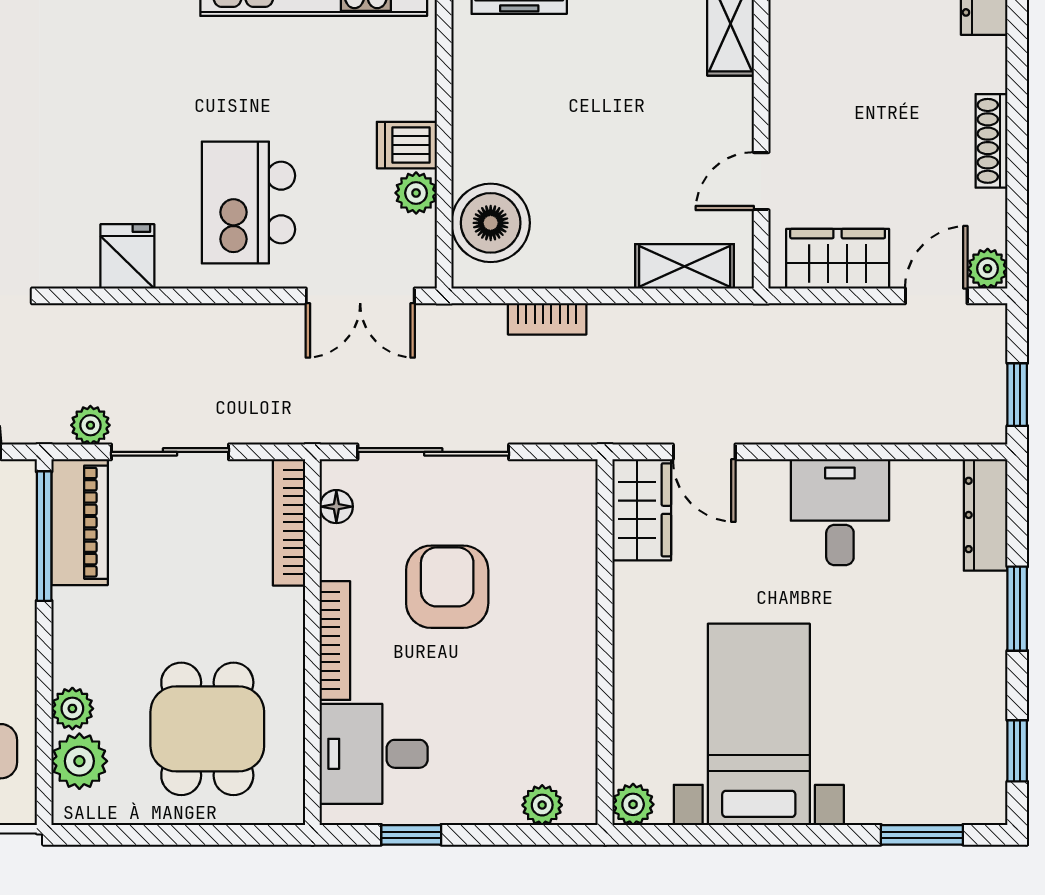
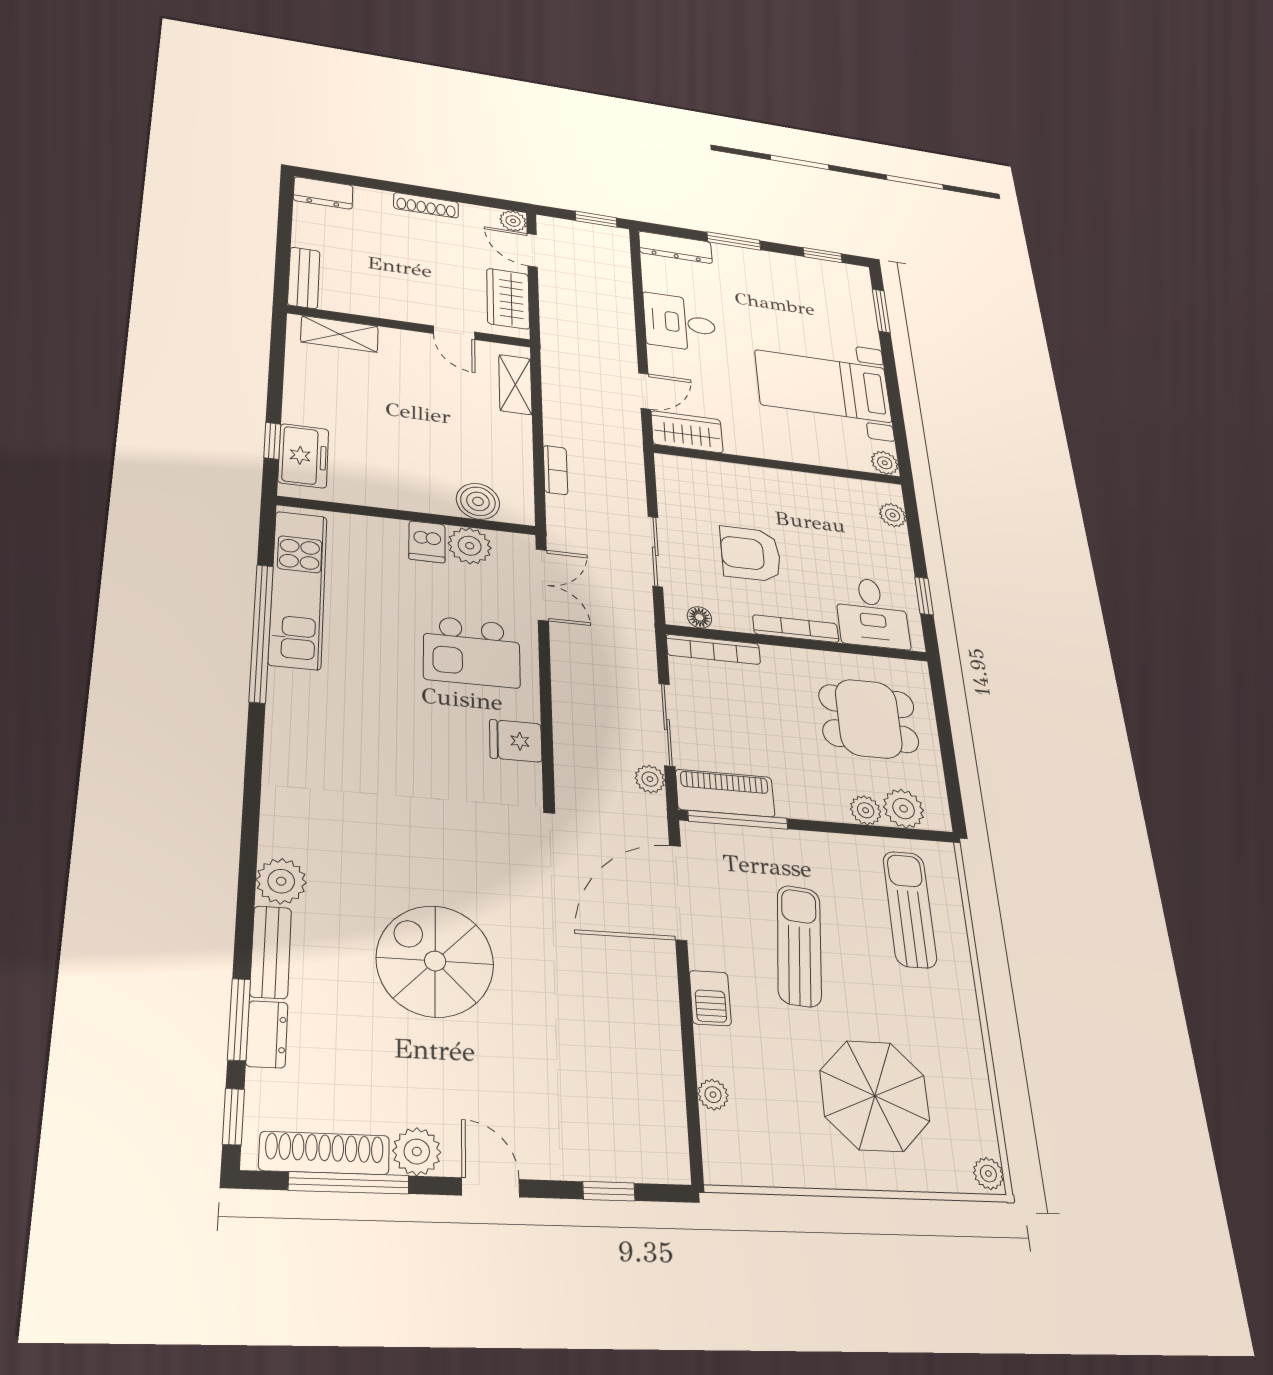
plant: (416, 193) -> (470, 546), width x1.38, depth x1.38
boiler: (491, 223) -> (478, 501), width x0.73, depth x0.73
sliding door: (433, 452) -> (655, 551), width x0.73

